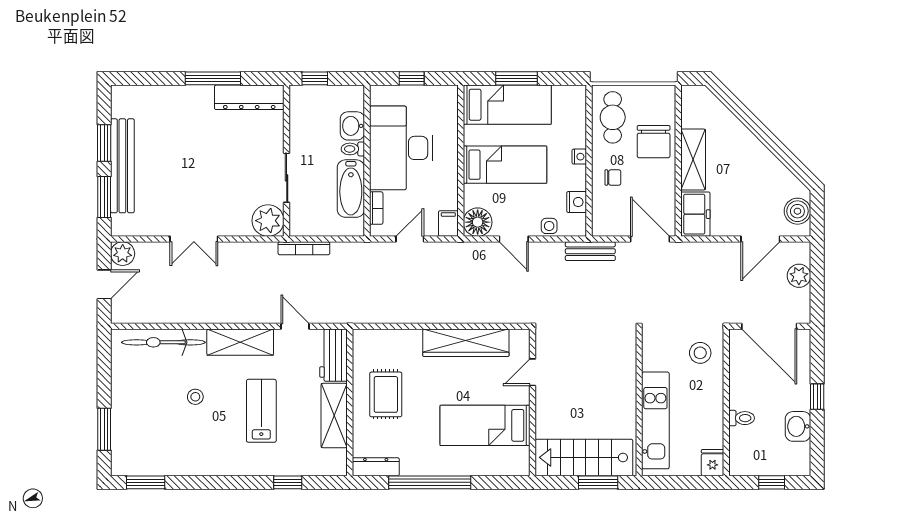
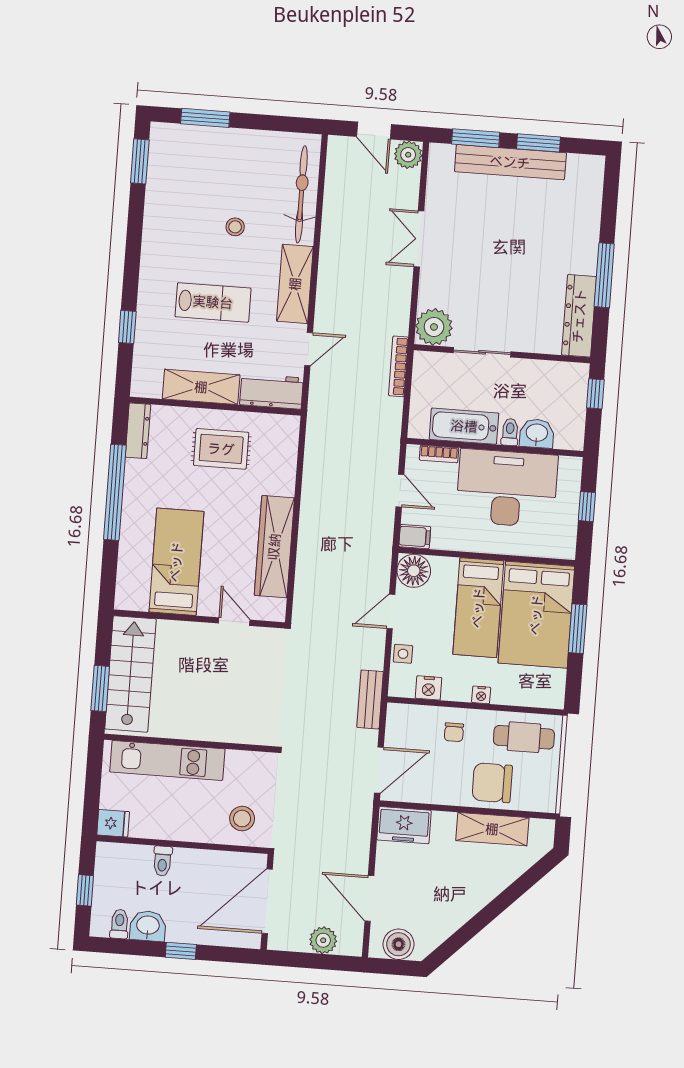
bed: (507, 105) -> (536, 615), width x1.50
shelving: (693, 160) -> (492, 829), moved
toilet: (798, 451) -> (119, 924), added

